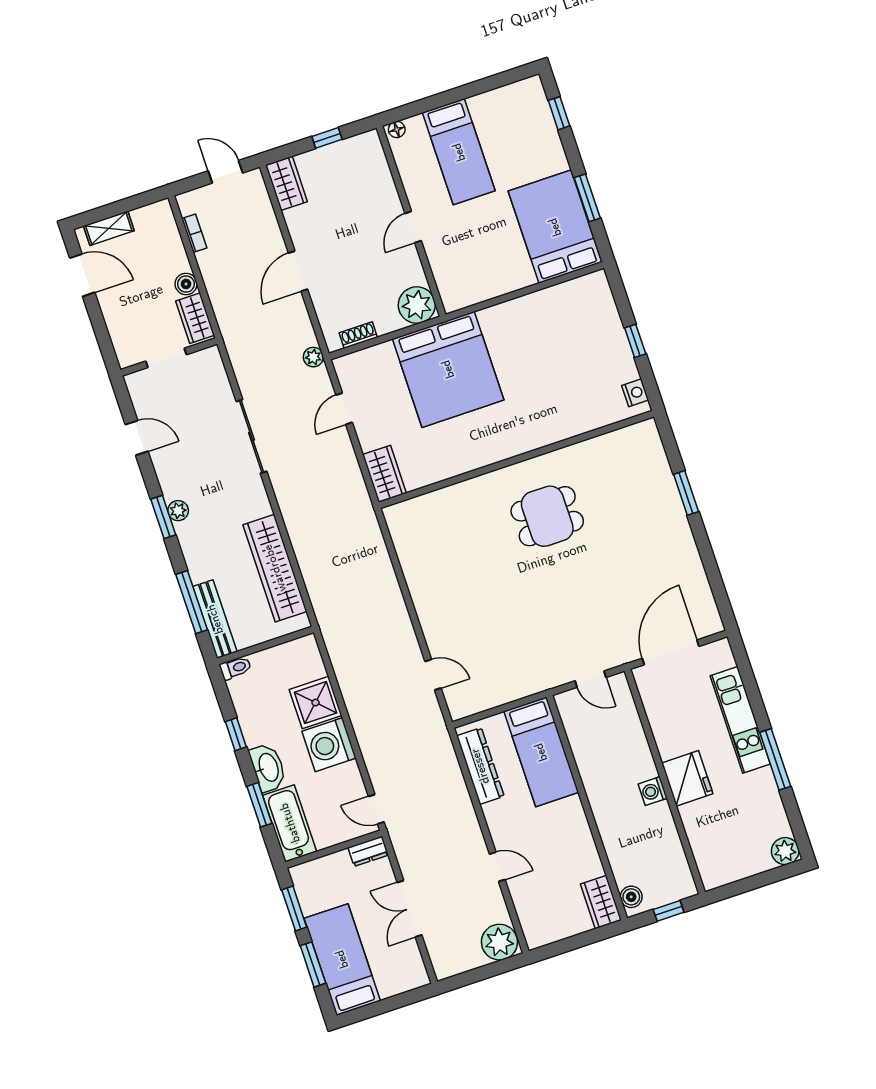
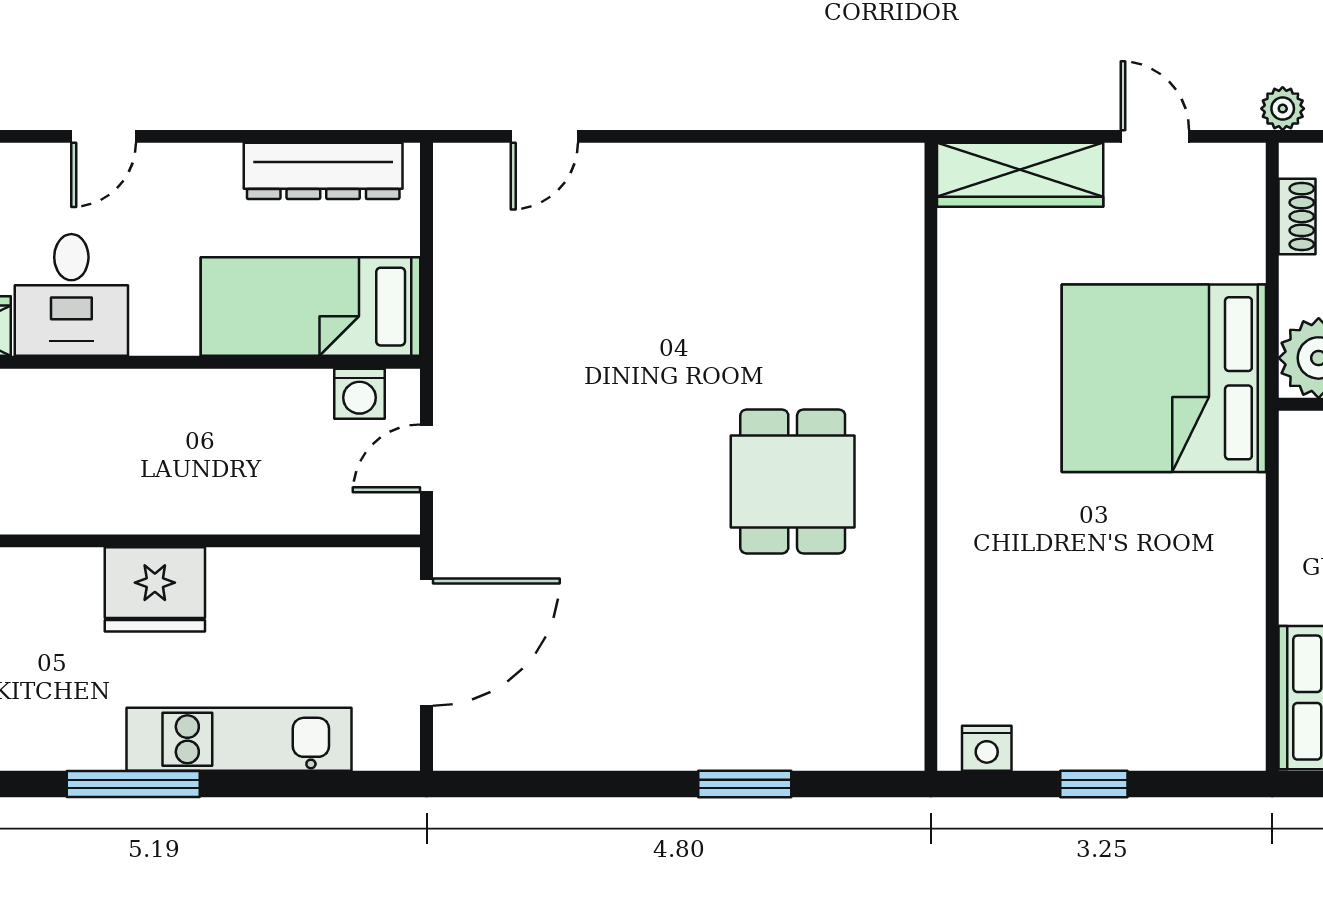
wardrobe: (384, 474) -> (1020, 175), width x1.50
door: (671, 652) -> (427, 642), hinge flipped
washing machine: (653, 791) -> (359, 394), moved, turned 180
desk: (571, 858) -> (71, 295), added

